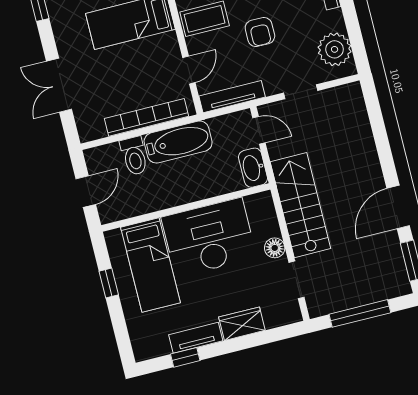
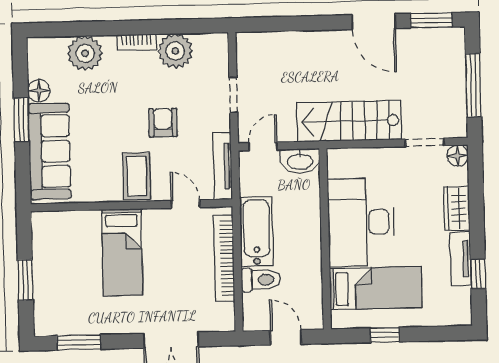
armchair: (260, 32) -> (163, 123), turned -90
plant: (335, 49) -> (175, 51), moved
floor lamp: (275, 248) -> (458, 156), moved

